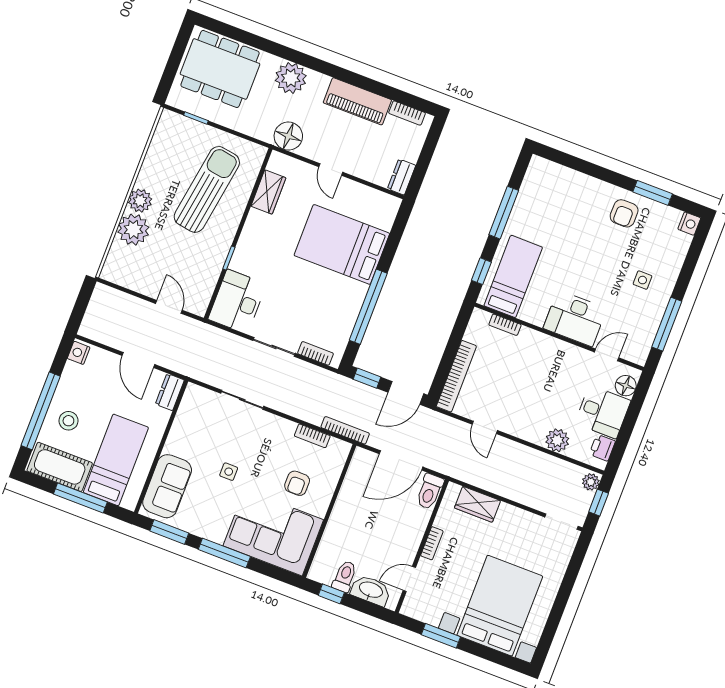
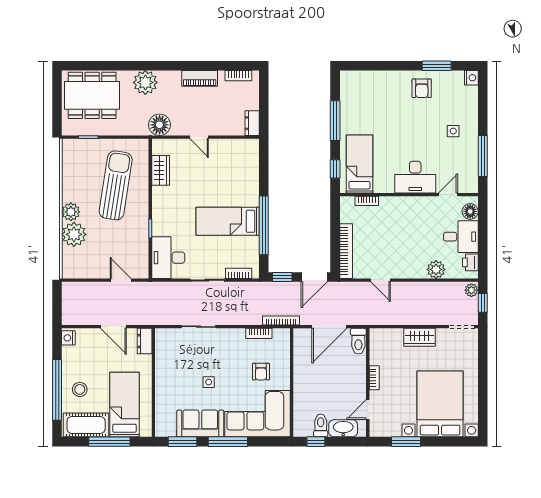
piano: (357, 101) -> (200, 78), width x0.73, depth x0.75
bed: (342, 244) -> (228, 221), moved, width x0.67
sofa: (167, 486) -> (200, 423), moved, turned -90
wardrobe: (477, 504) -> (420, 337), moved

